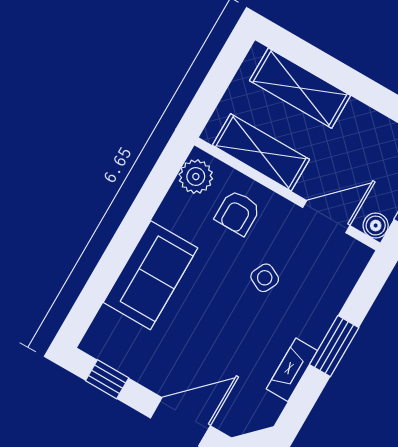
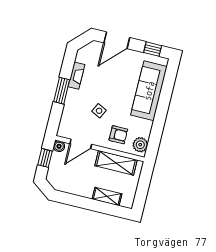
shelving: (300, 88) -> (107, 196), width x0.67, depth x0.75
armchair: (238, 213) -> (118, 135), turned 90
sofa: (151, 275) -> (149, 91), width x1.36

